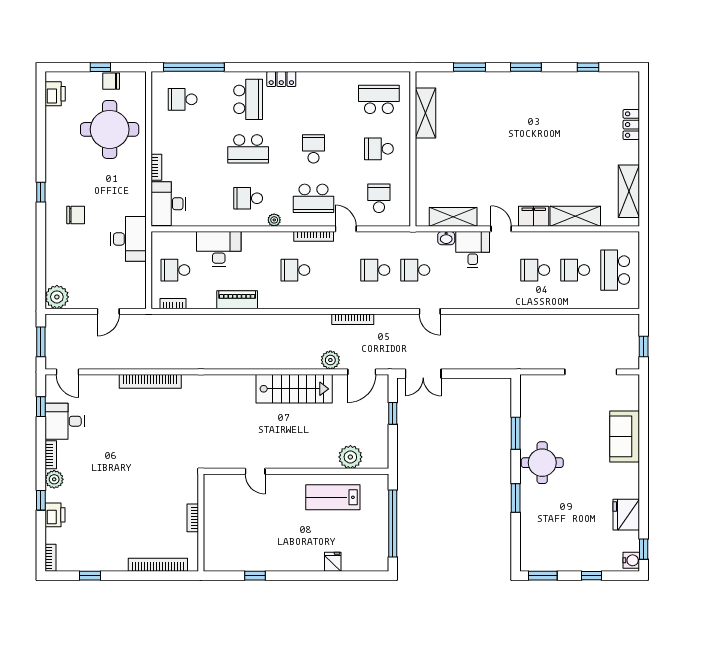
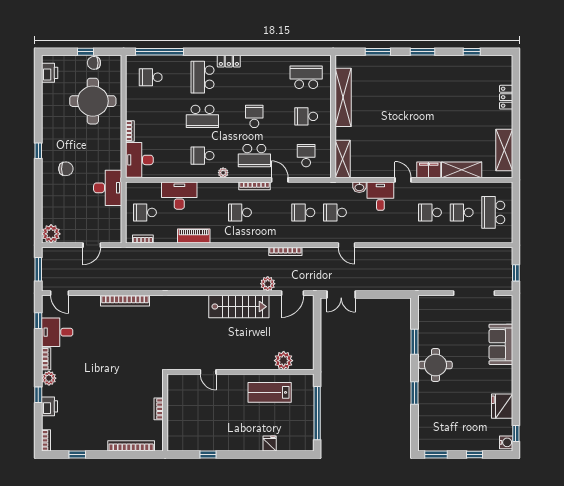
school desk: (248, 99) -> (202, 77), turned 180
shelving: (426, 113) -> (343, 97), width x1.47
shelving: (453, 217) -> (343, 159), moved, turned 90
window: (393, 413) -> (317, 326), removed

